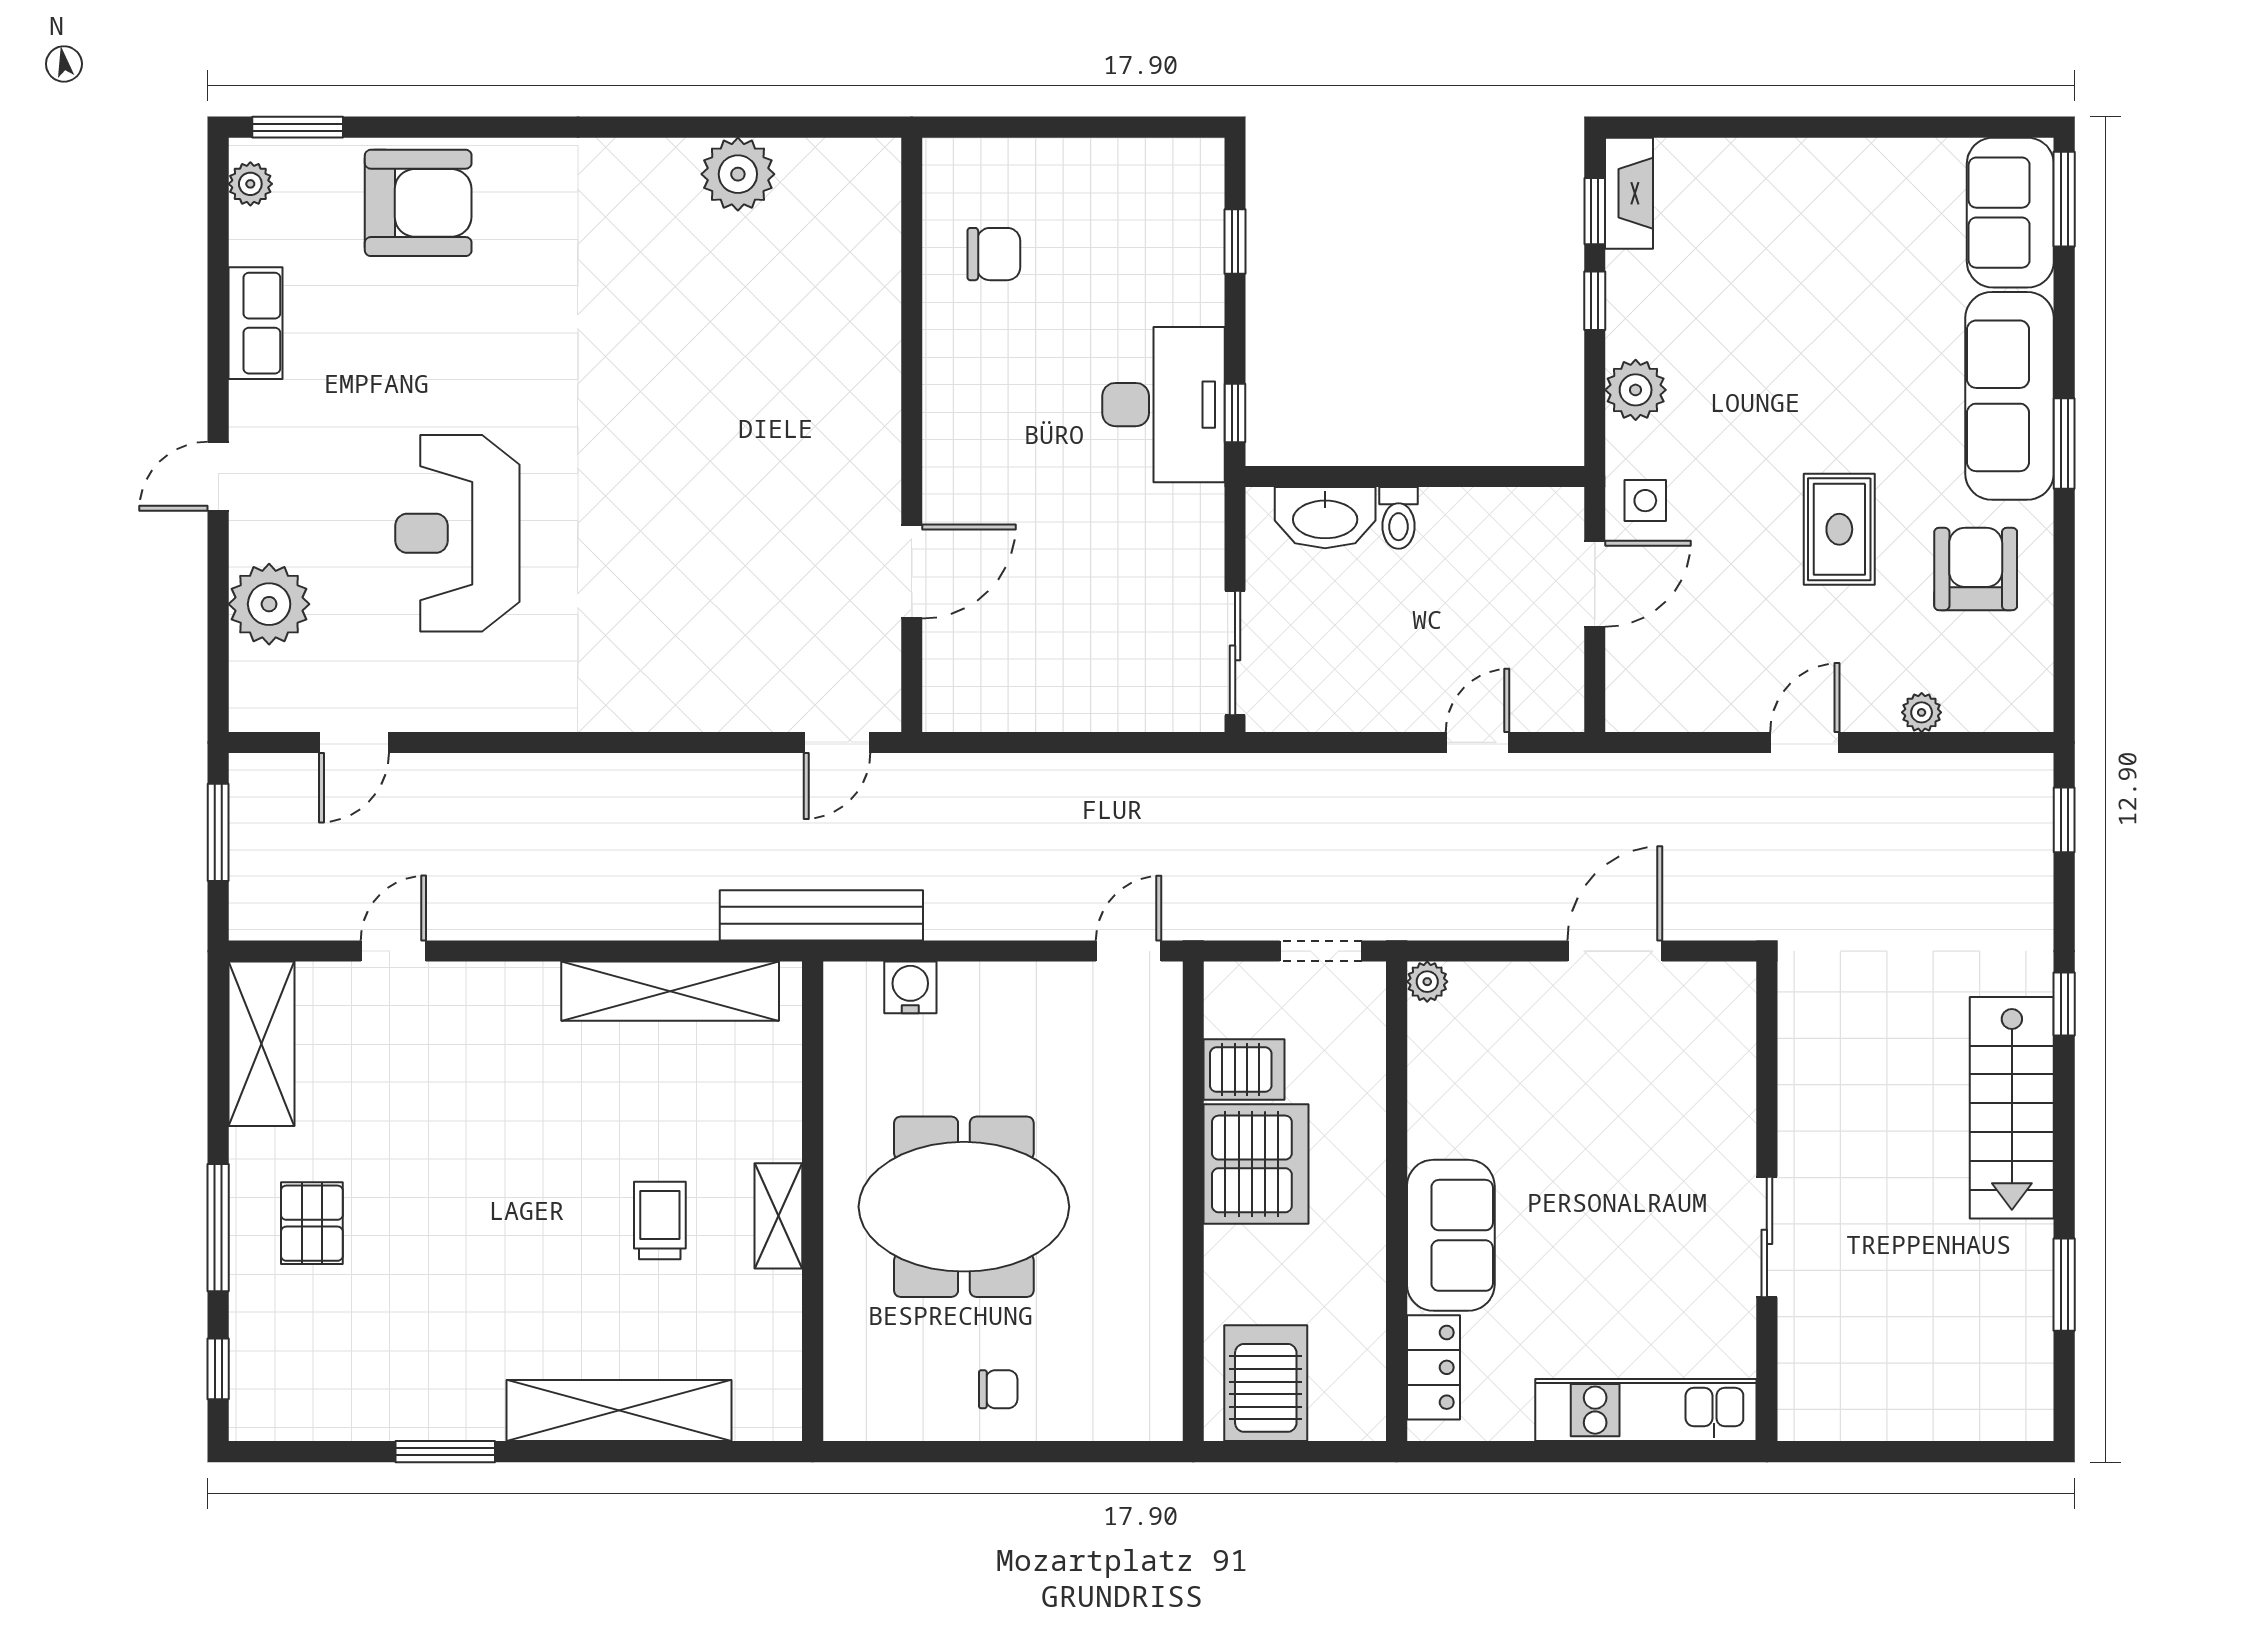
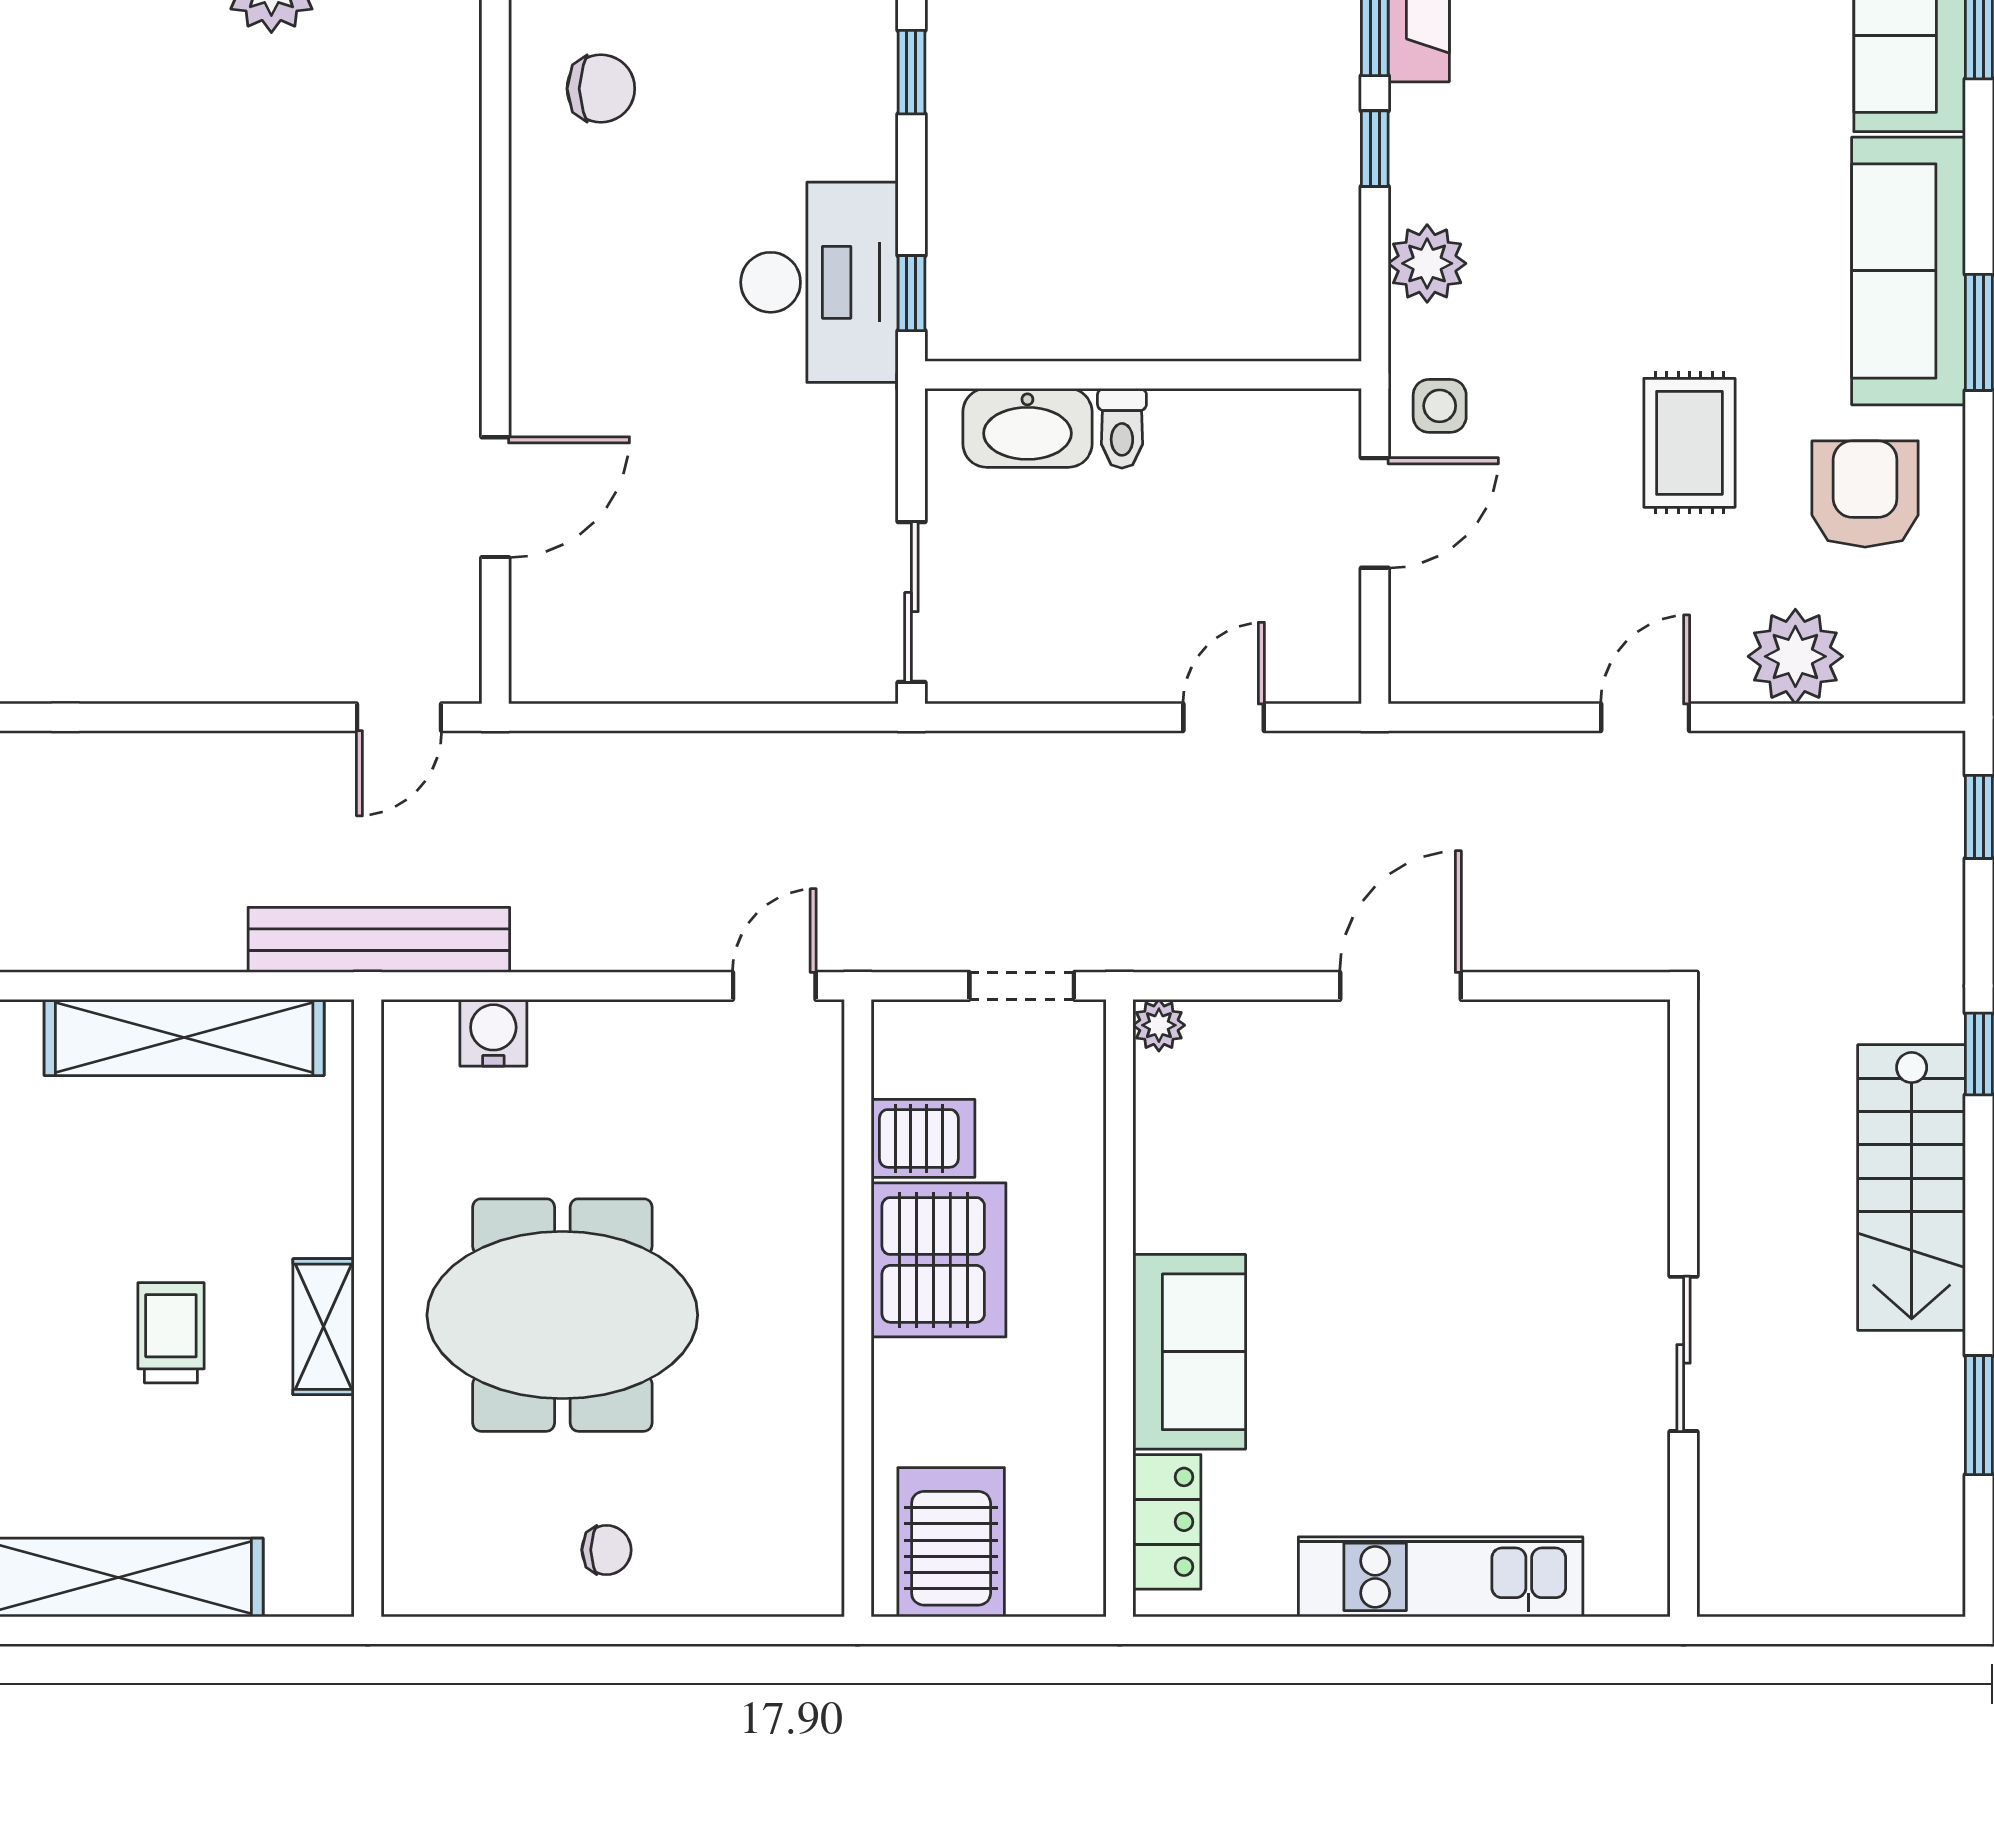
plant: (1922, 712) -> (1795, 656), width x1.88, depth x1.88
wall: (1767, 1201) -> (1684, 1308), moved
sliding door: (1767, 1237) -> (1684, 1354), moved

